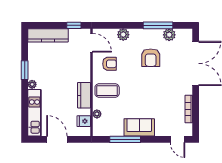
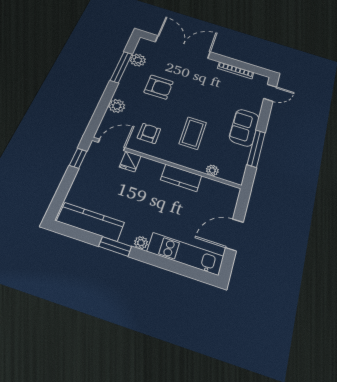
kitchen counter: (48, 35) -> (91, 222), moved, turned -90
coffee table: (107, 91) -> (193, 133), moved
fridge: (84, 121) -> (130, 161), moved

